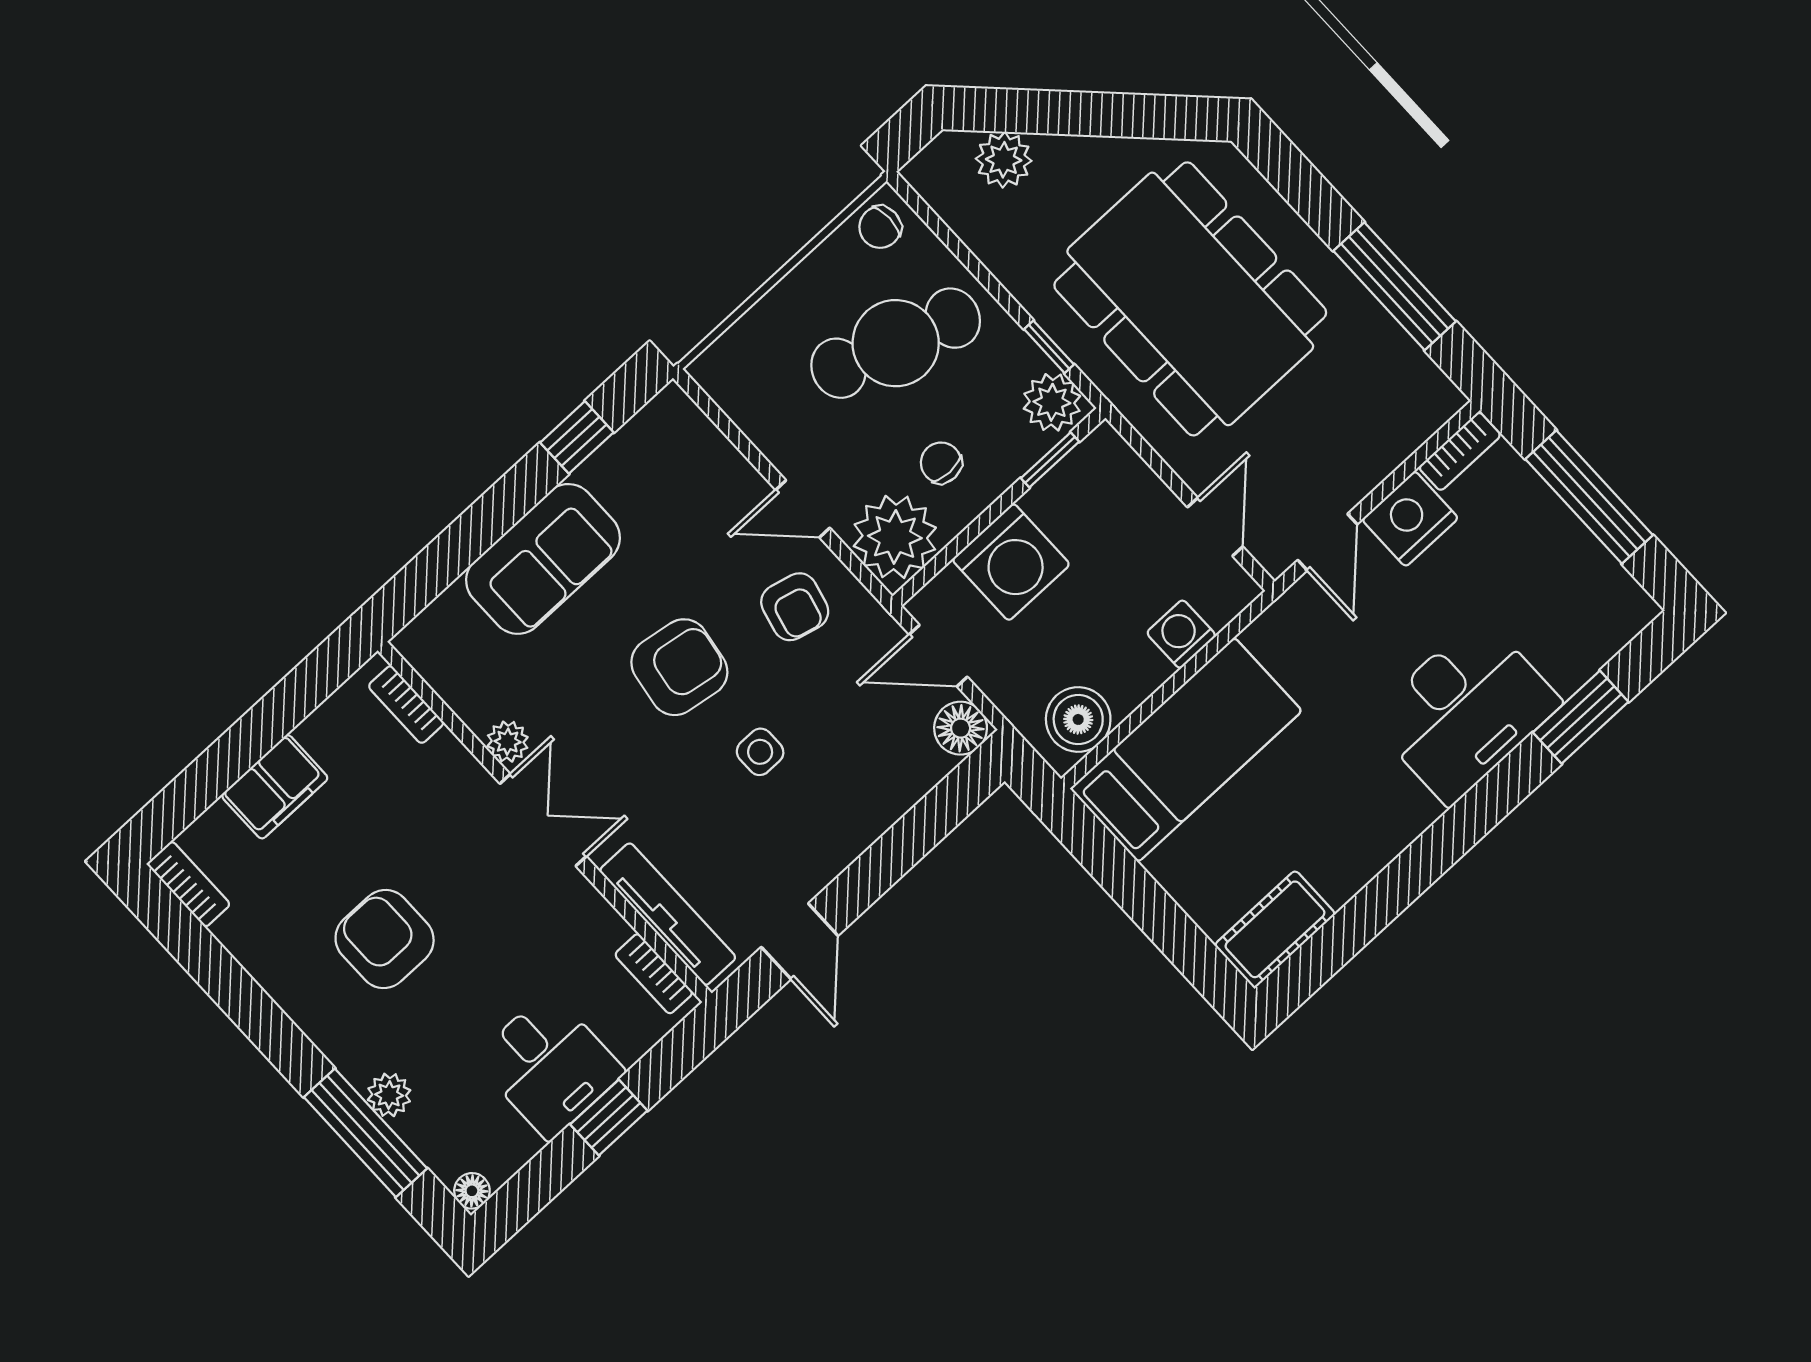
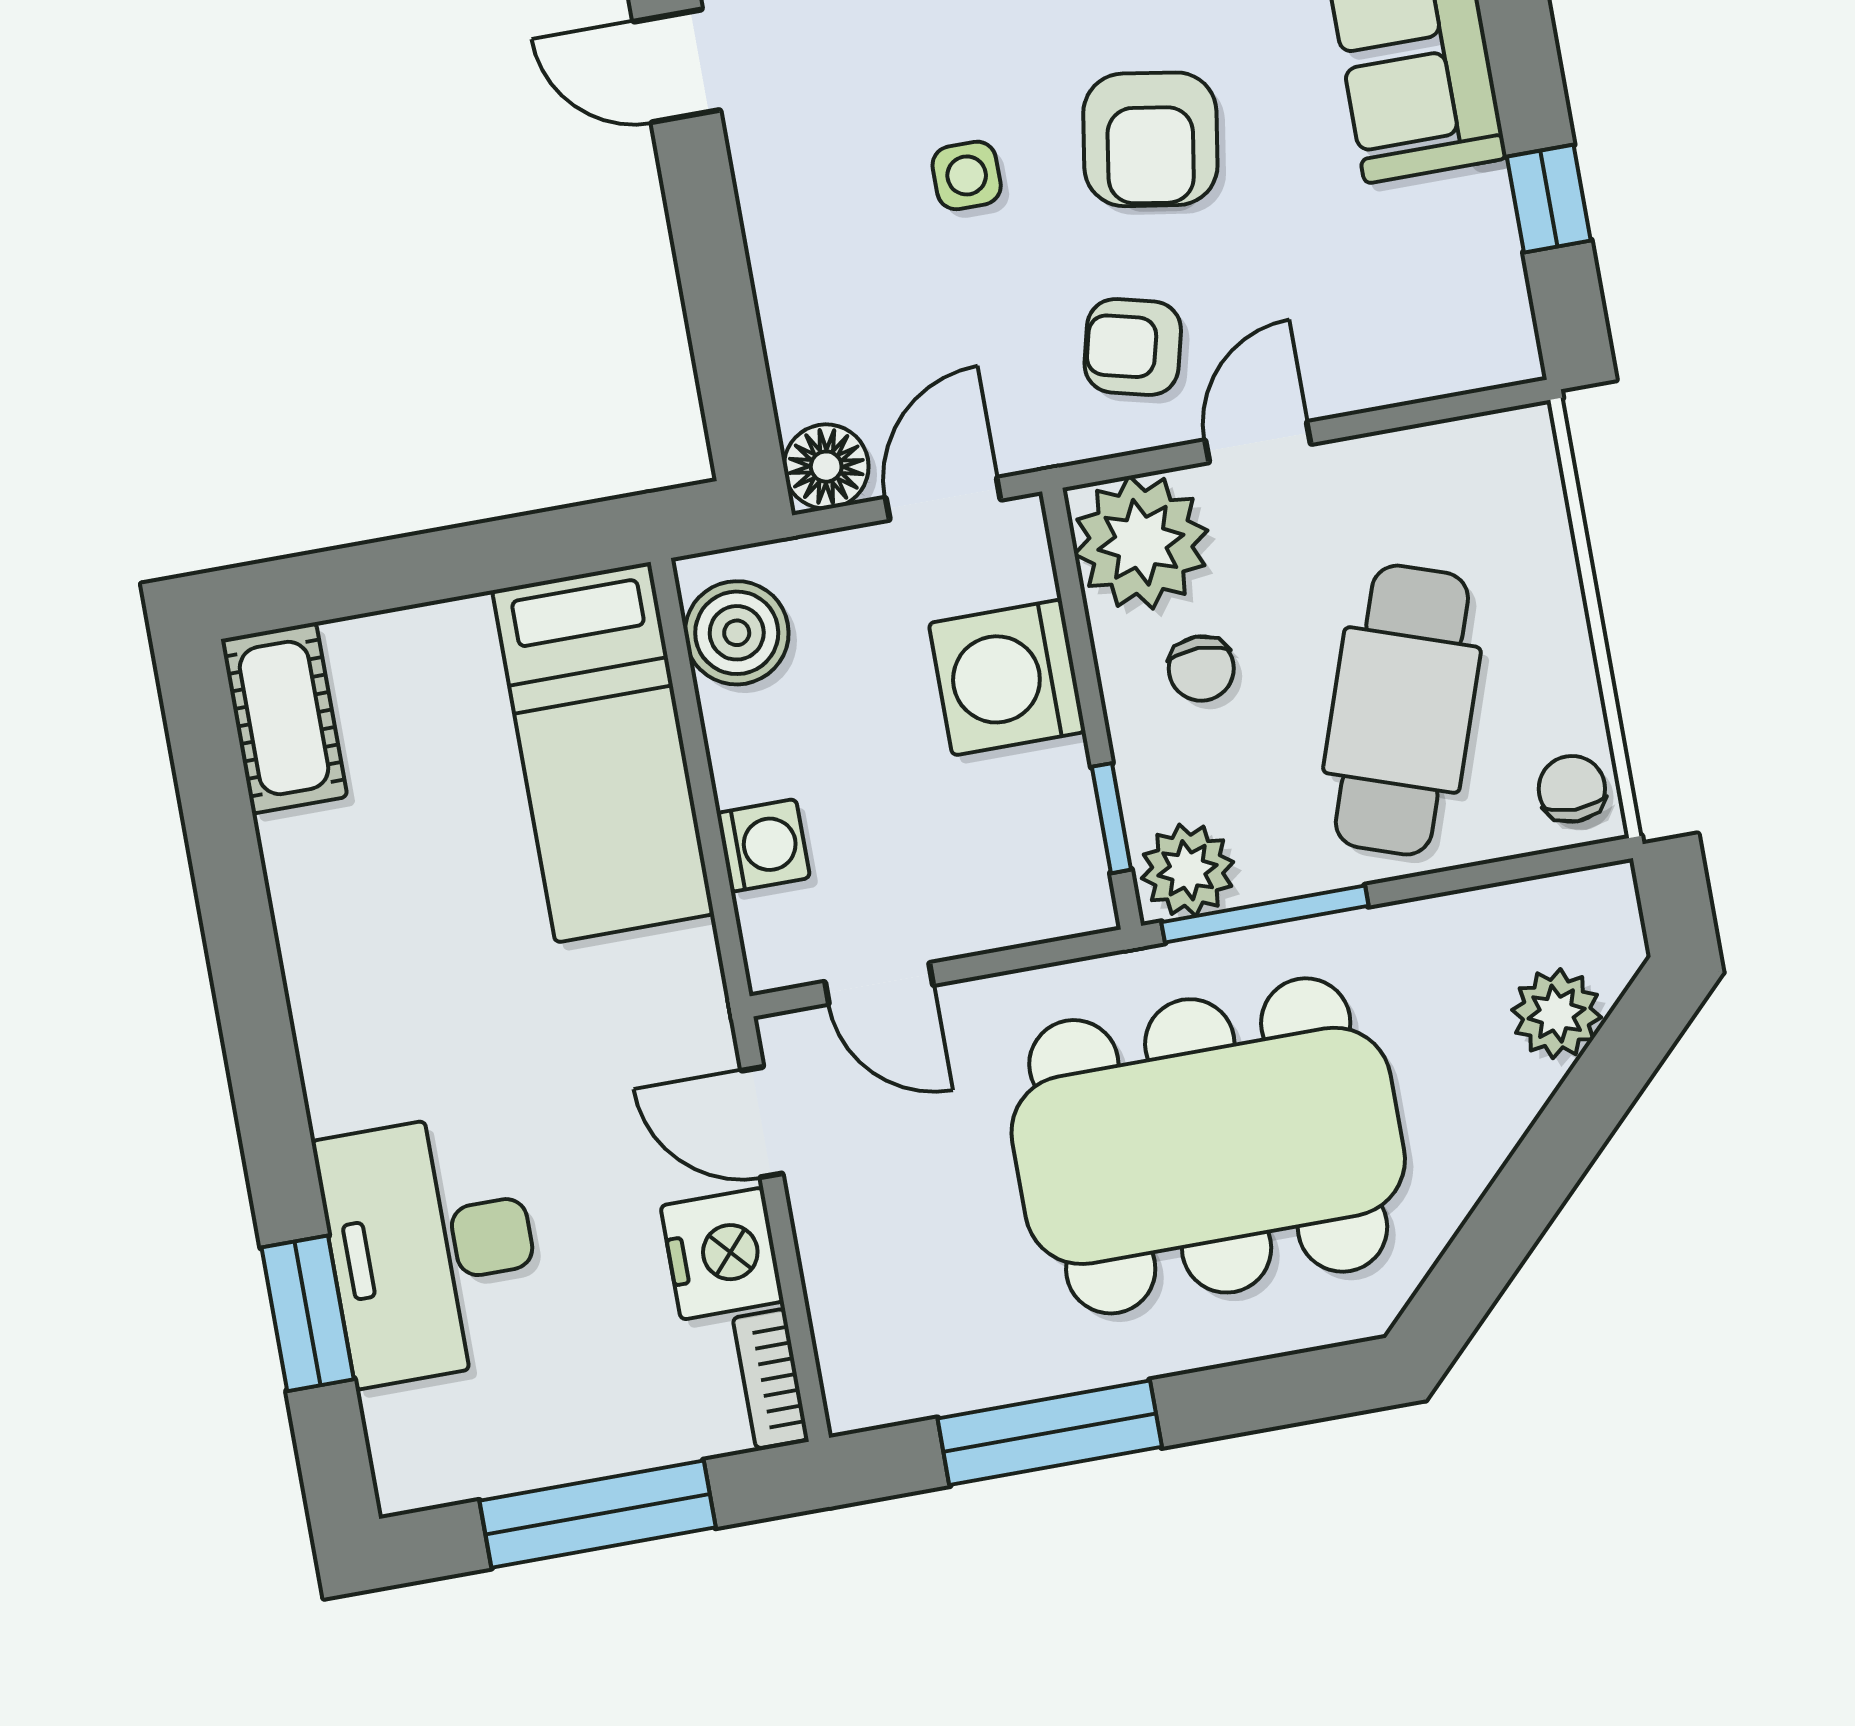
window: (1049, 347) -> (1265, 914), width x2.17
chair: (941, 463) -> (1201, 668), turned 90
desk: (1465, 711) -> (431, 1248), moved

